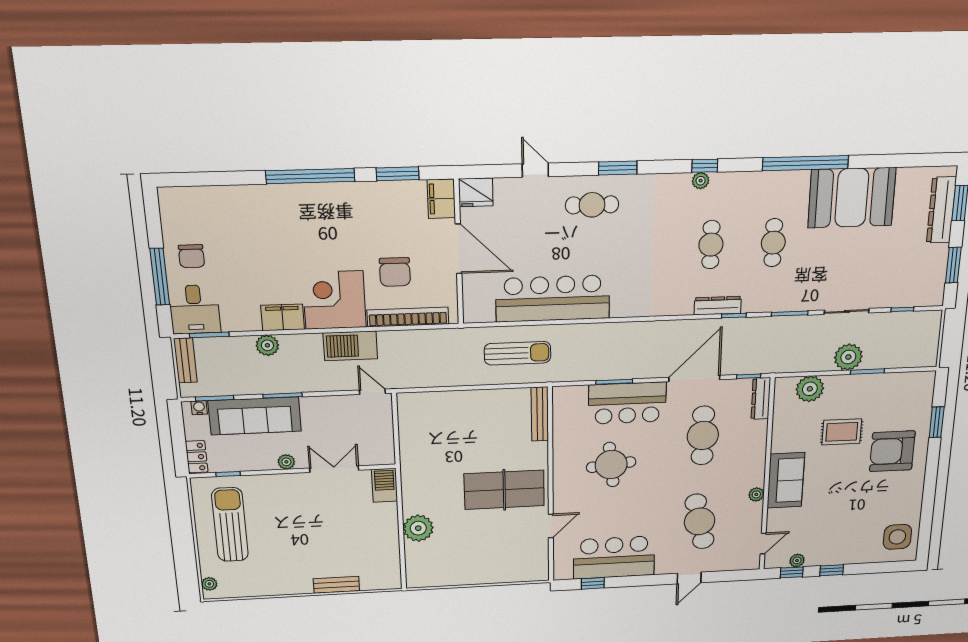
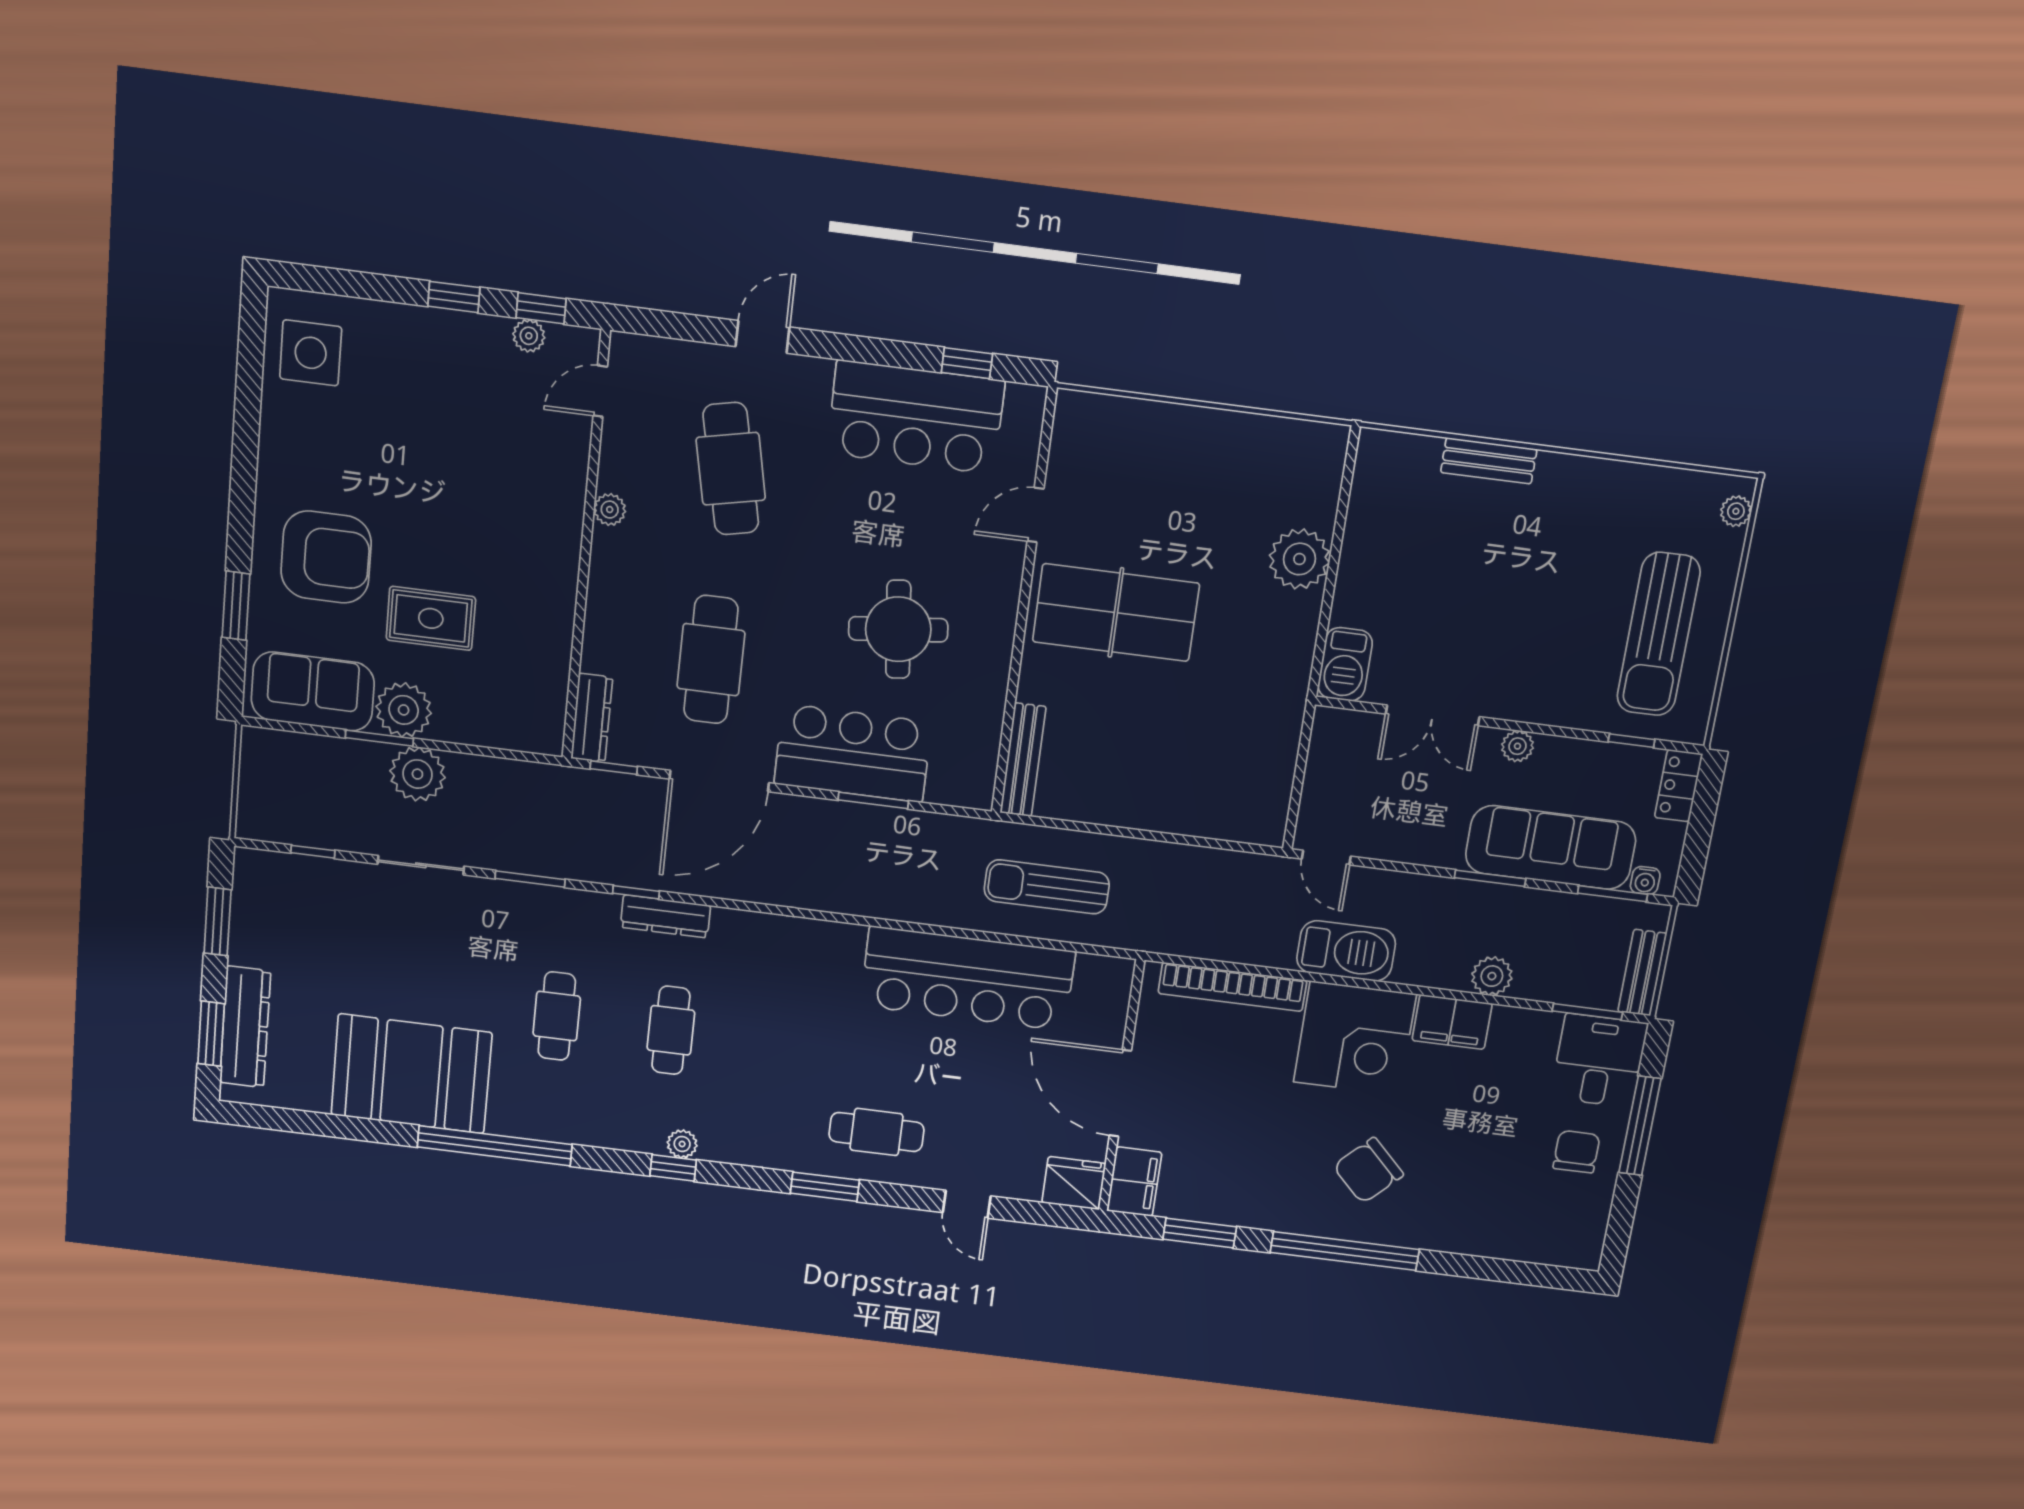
chair: (395, 272) -> (1368, 1170), moved, turned -135
plant: (810, 389) -> (404, 710), moved
sofa: (786, 480) -> (313, 691), moved, turned 90

